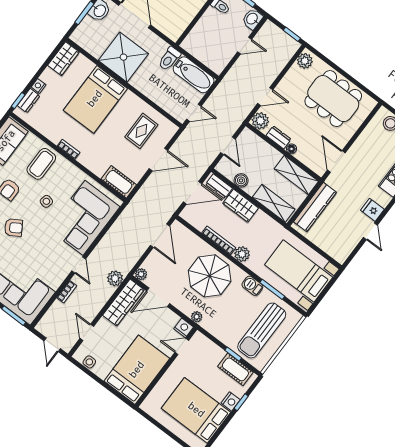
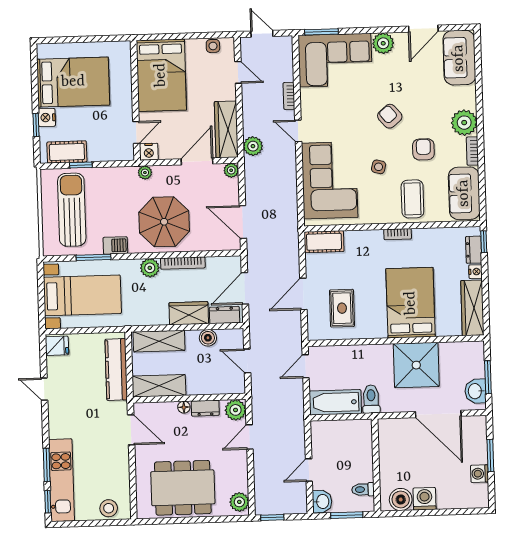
wardrobe: (63, 59) -> (472, 308), width x1.50
fridge: (372, 210) -> (57, 346), moved
armchair: (14, 228) -> (390, 116), turned 82

